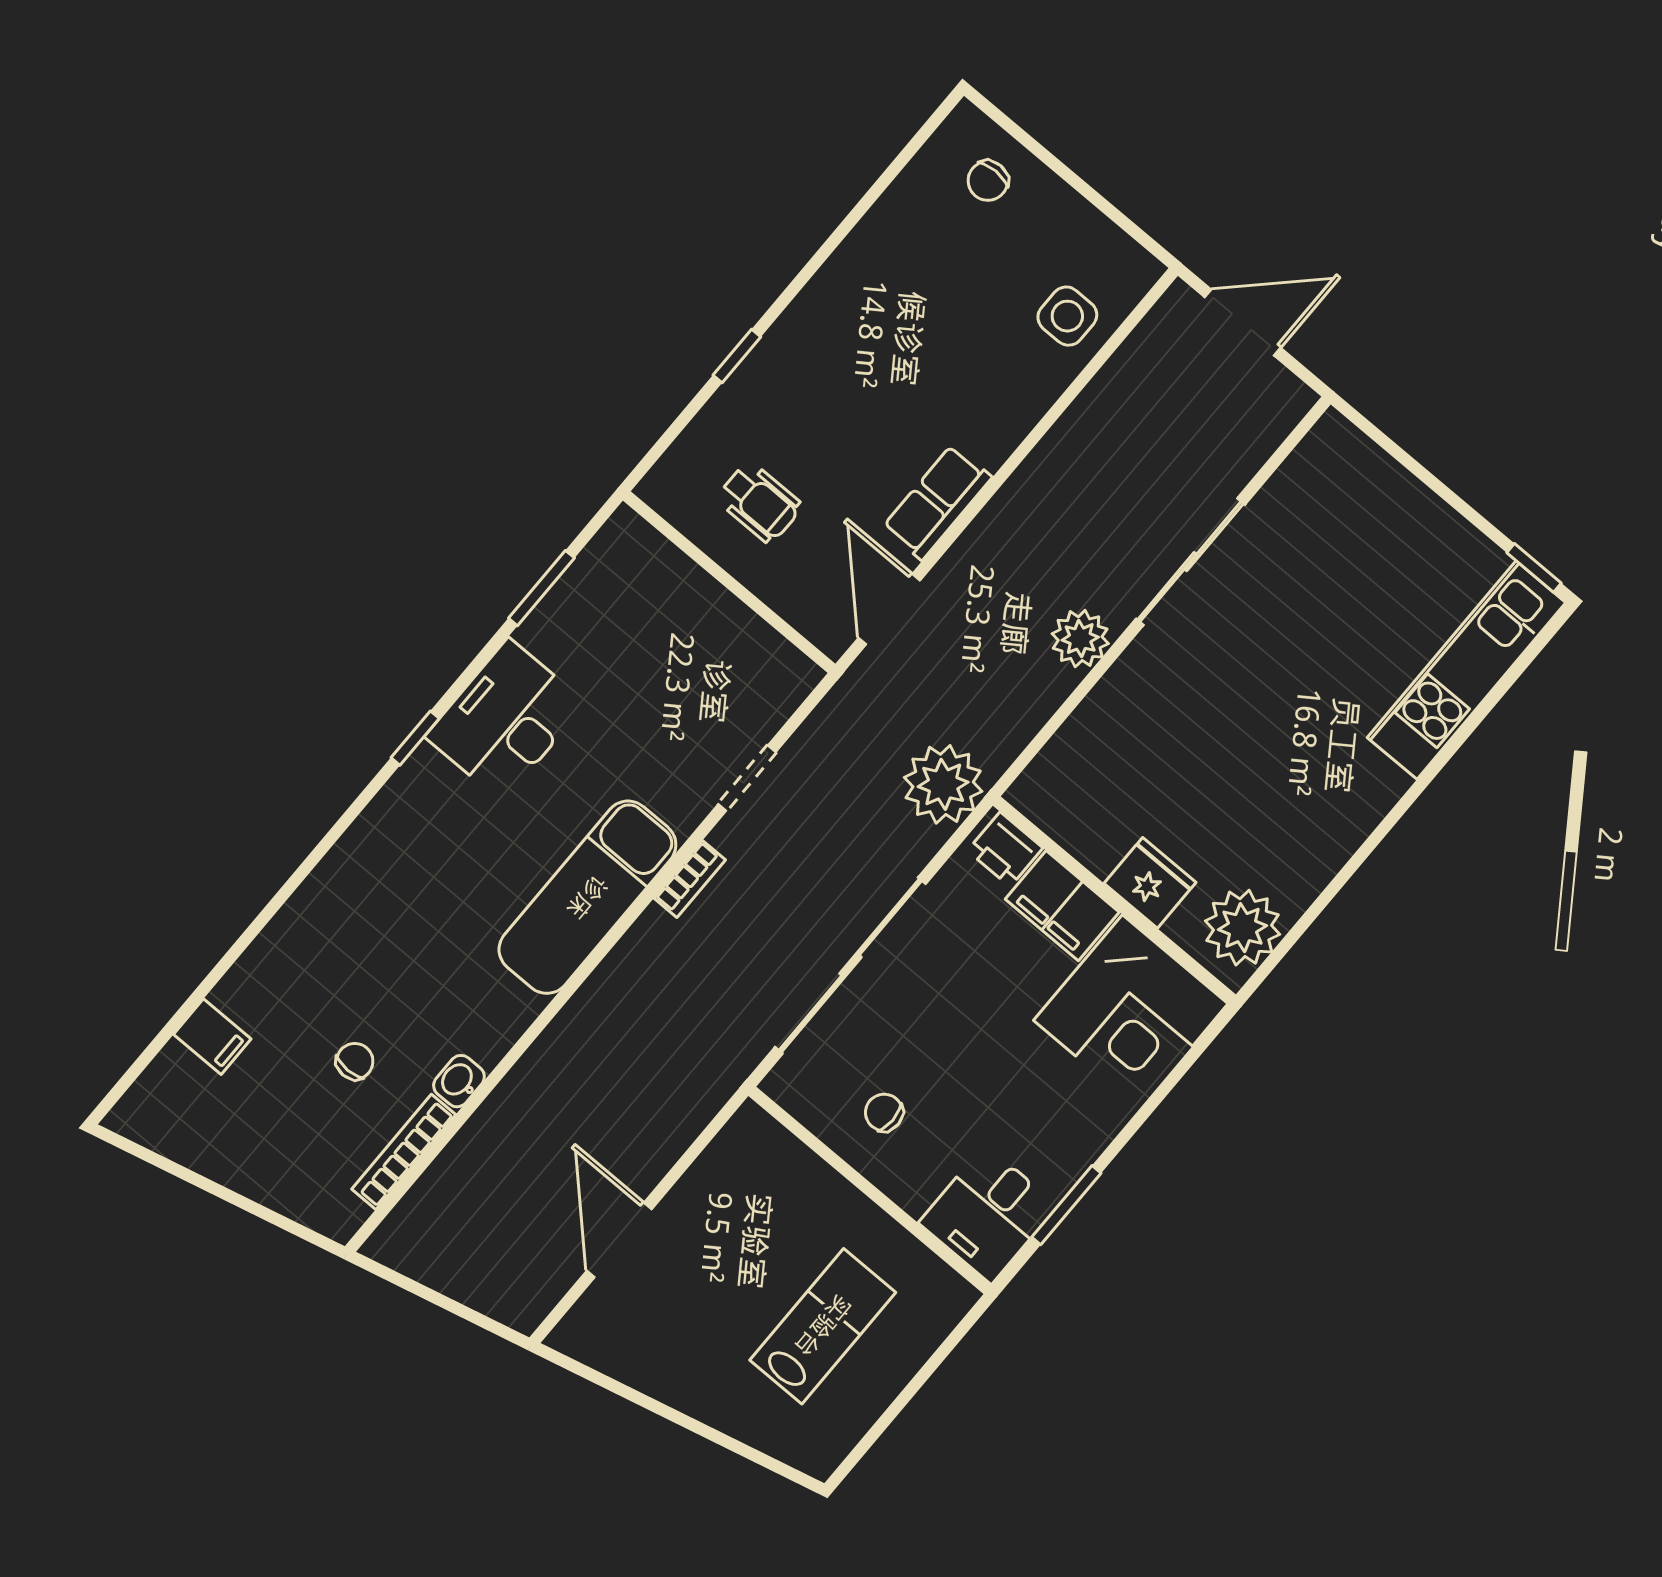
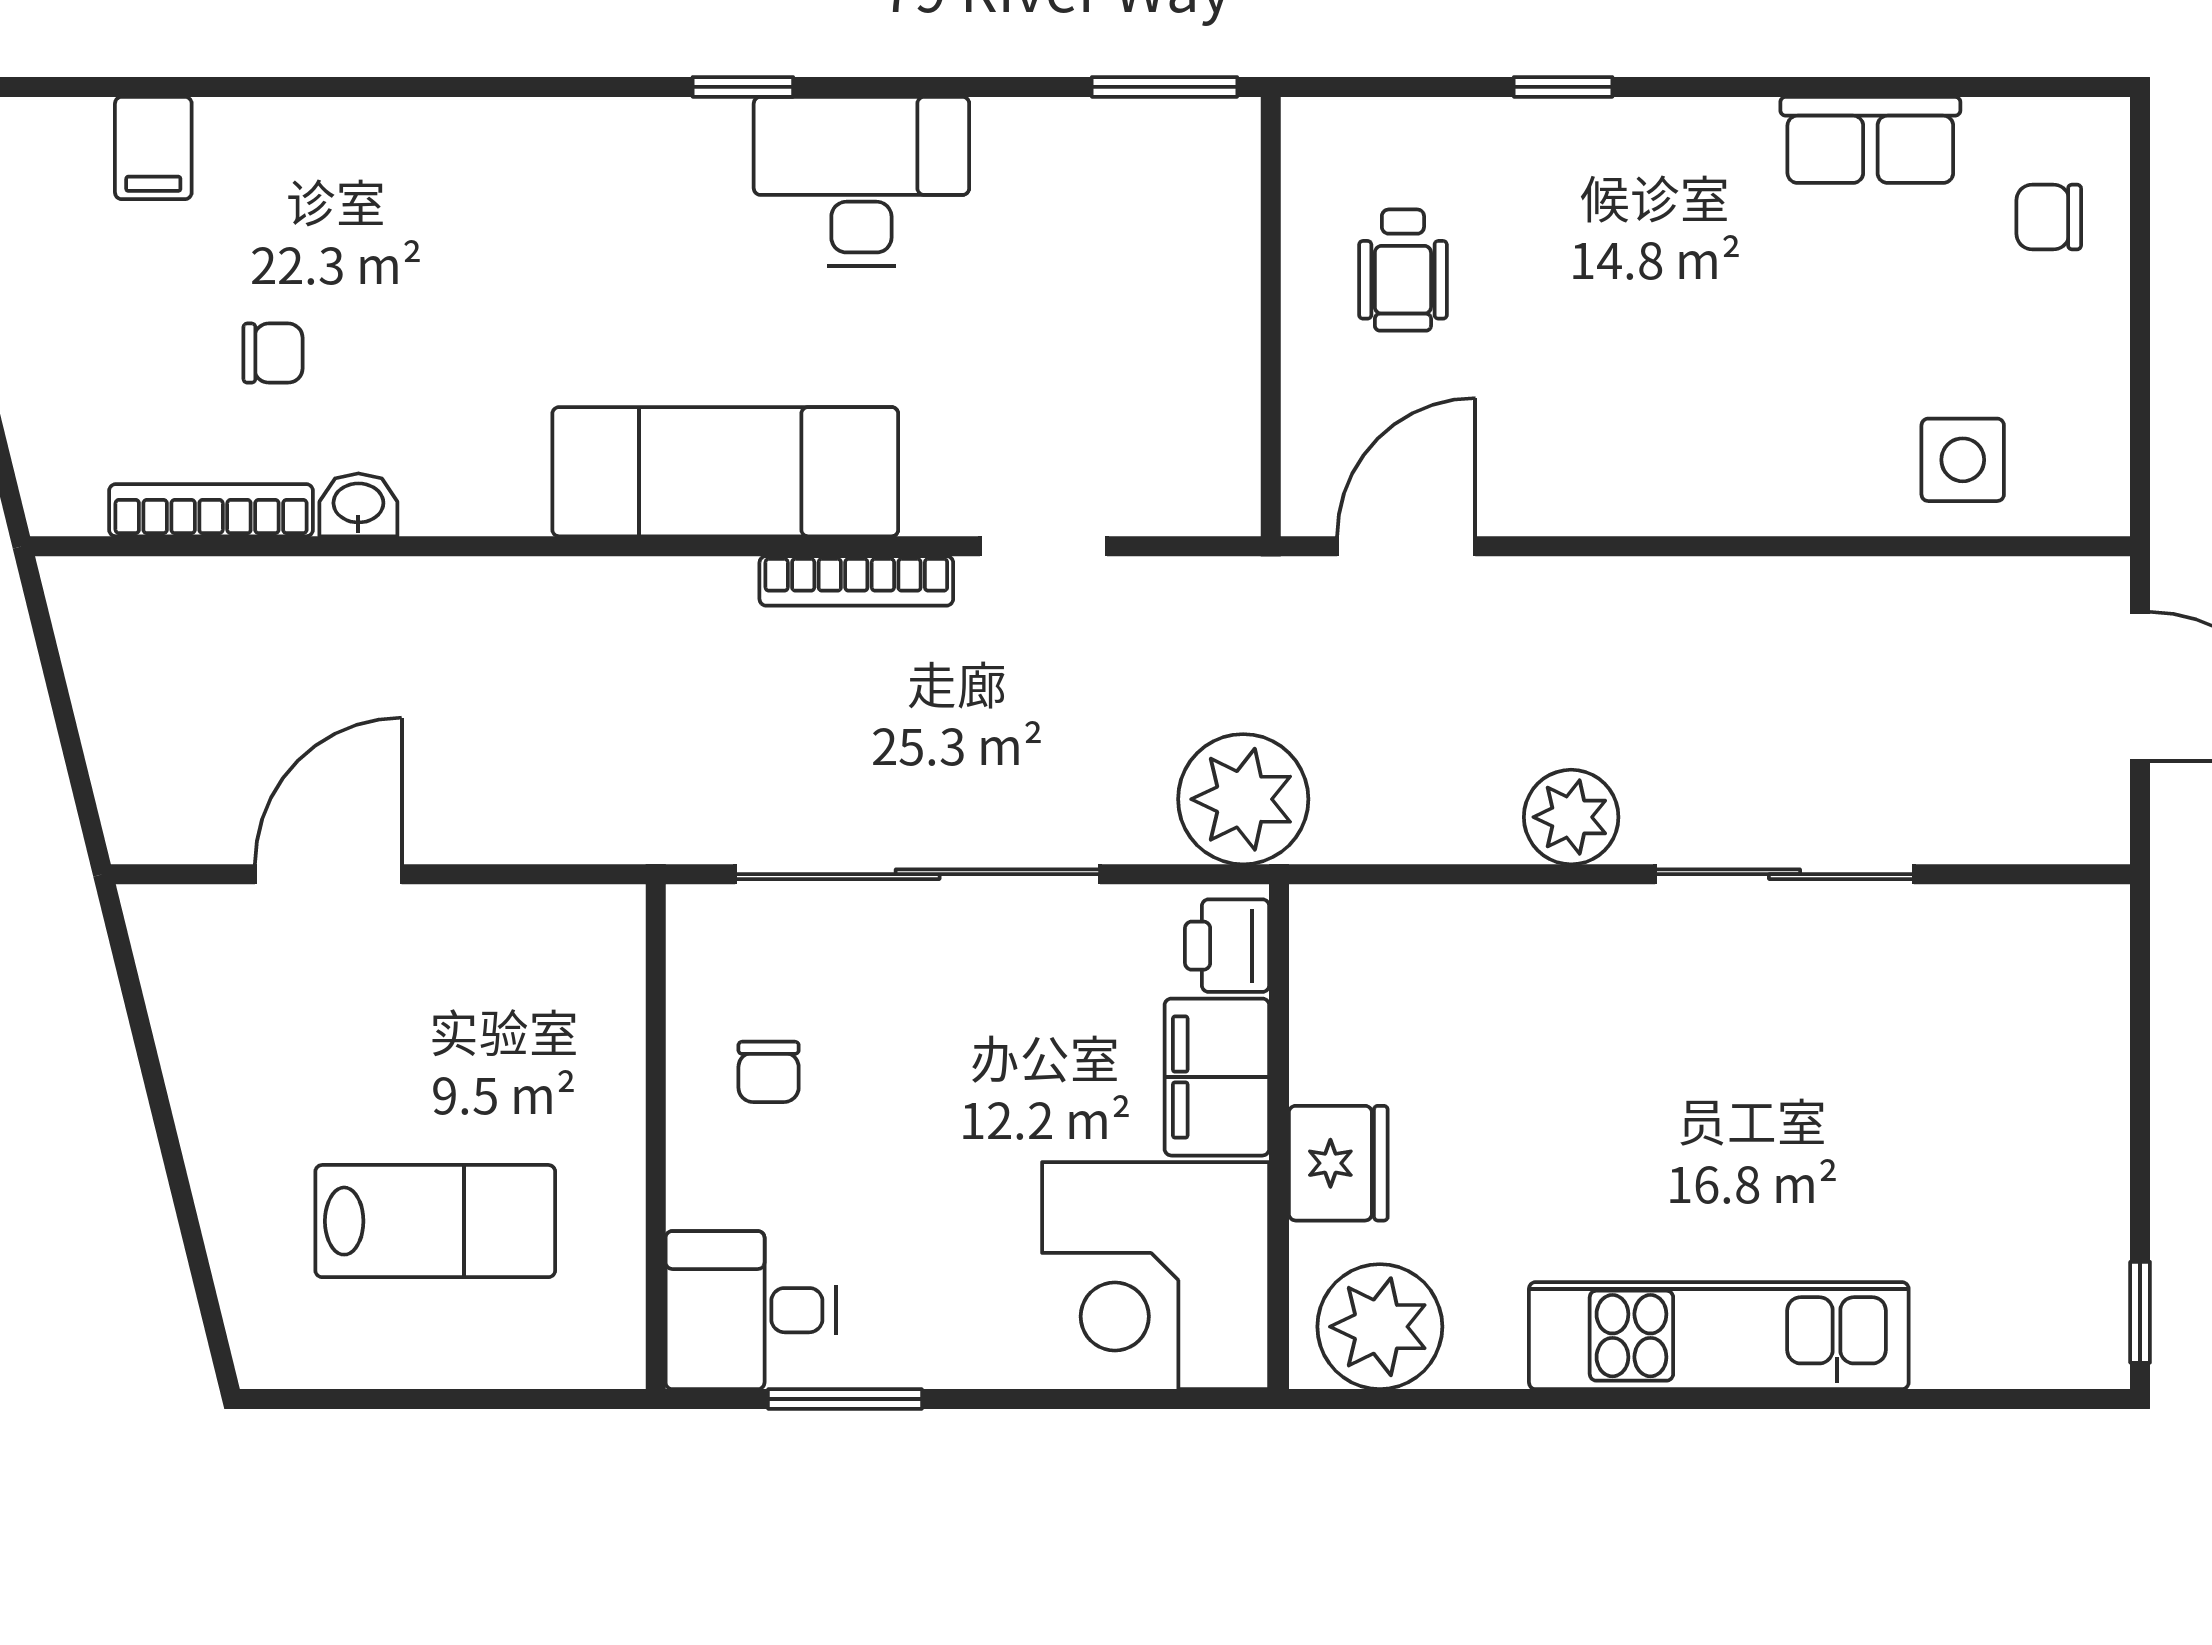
row of seats: (937, 502) -> (1870, 140), moved, turned 180
window: (541, 588) -> (1164, 87), moved
kitchen unit: (1467, 670) -> (1719, 1336), moved
bookcase: (690, 879) -> (856, 581), width x1.56
chair: (884, 1112) -> (769, 1072), turned 180

